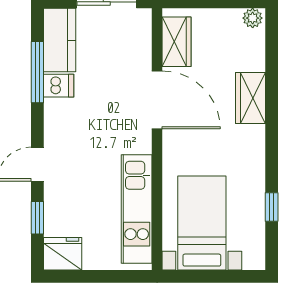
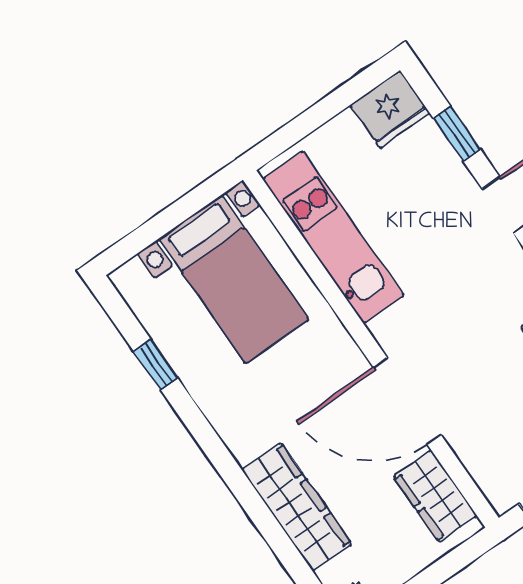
wardrobe: (250, 98) -> (297, 507), width x1.50

